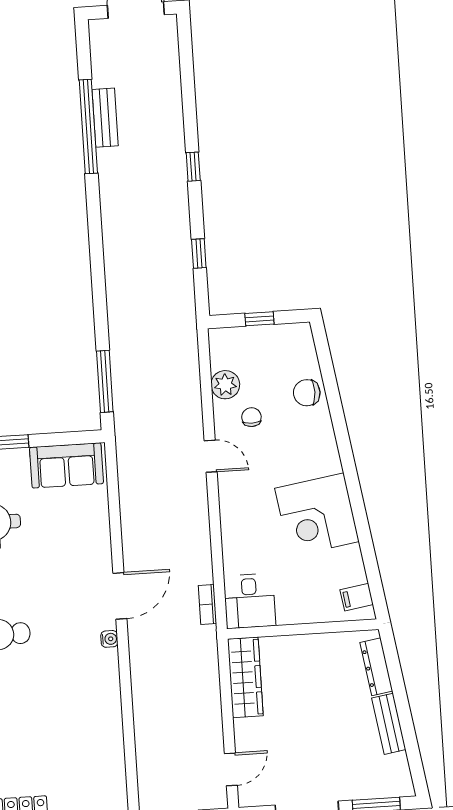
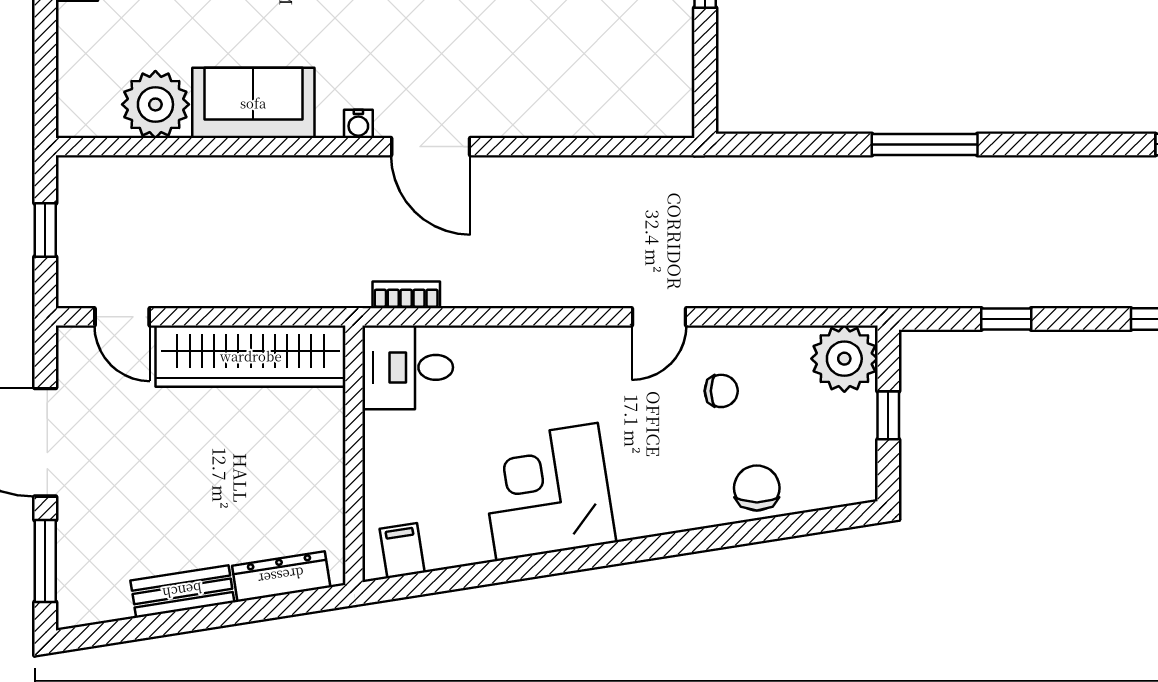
window: (105, 381) -> (925, 144), moved
plant: (225, 385) -> (844, 359), moved, width x1.36, depth x1.36
sofa: (67, 465) -> (253, 103), moved, turned 90
wardrobe: (245, 677) -> (251, 356), width x1.40, depth x1.17
plant: (106, 758) -> (155, 104), added

